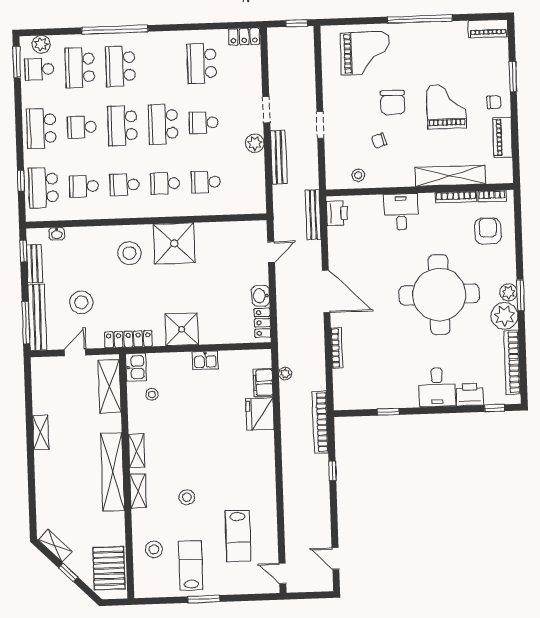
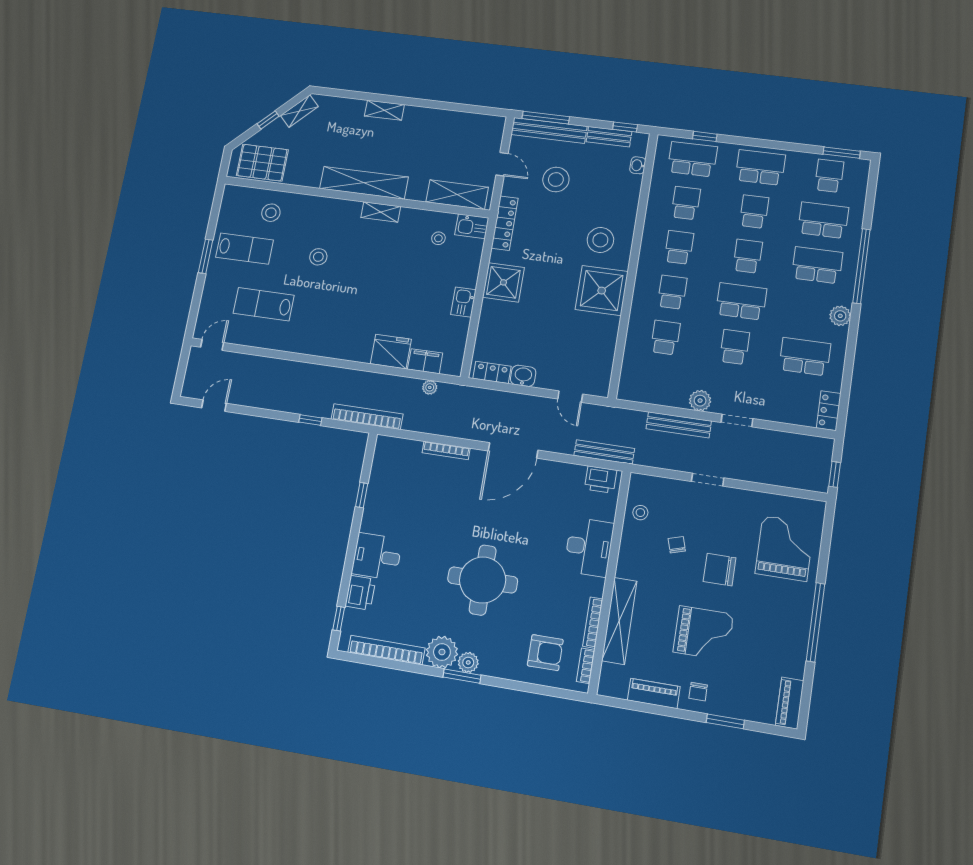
plant: (41, 44) -> (840, 316), moved
grand piano: (365, 53) -> (785, 548), turned 180
school desk: (123, 126) -> (748, 256), width x0.54
desk: (401, 212) -> (589, 547), width x1.37
round table: (439, 294) -> (483, 580), width x0.73, depth x0.73
shelving: (41, 432) -> (384, 110), moved
shelving: (138, 491) -> (337, 206), removed

